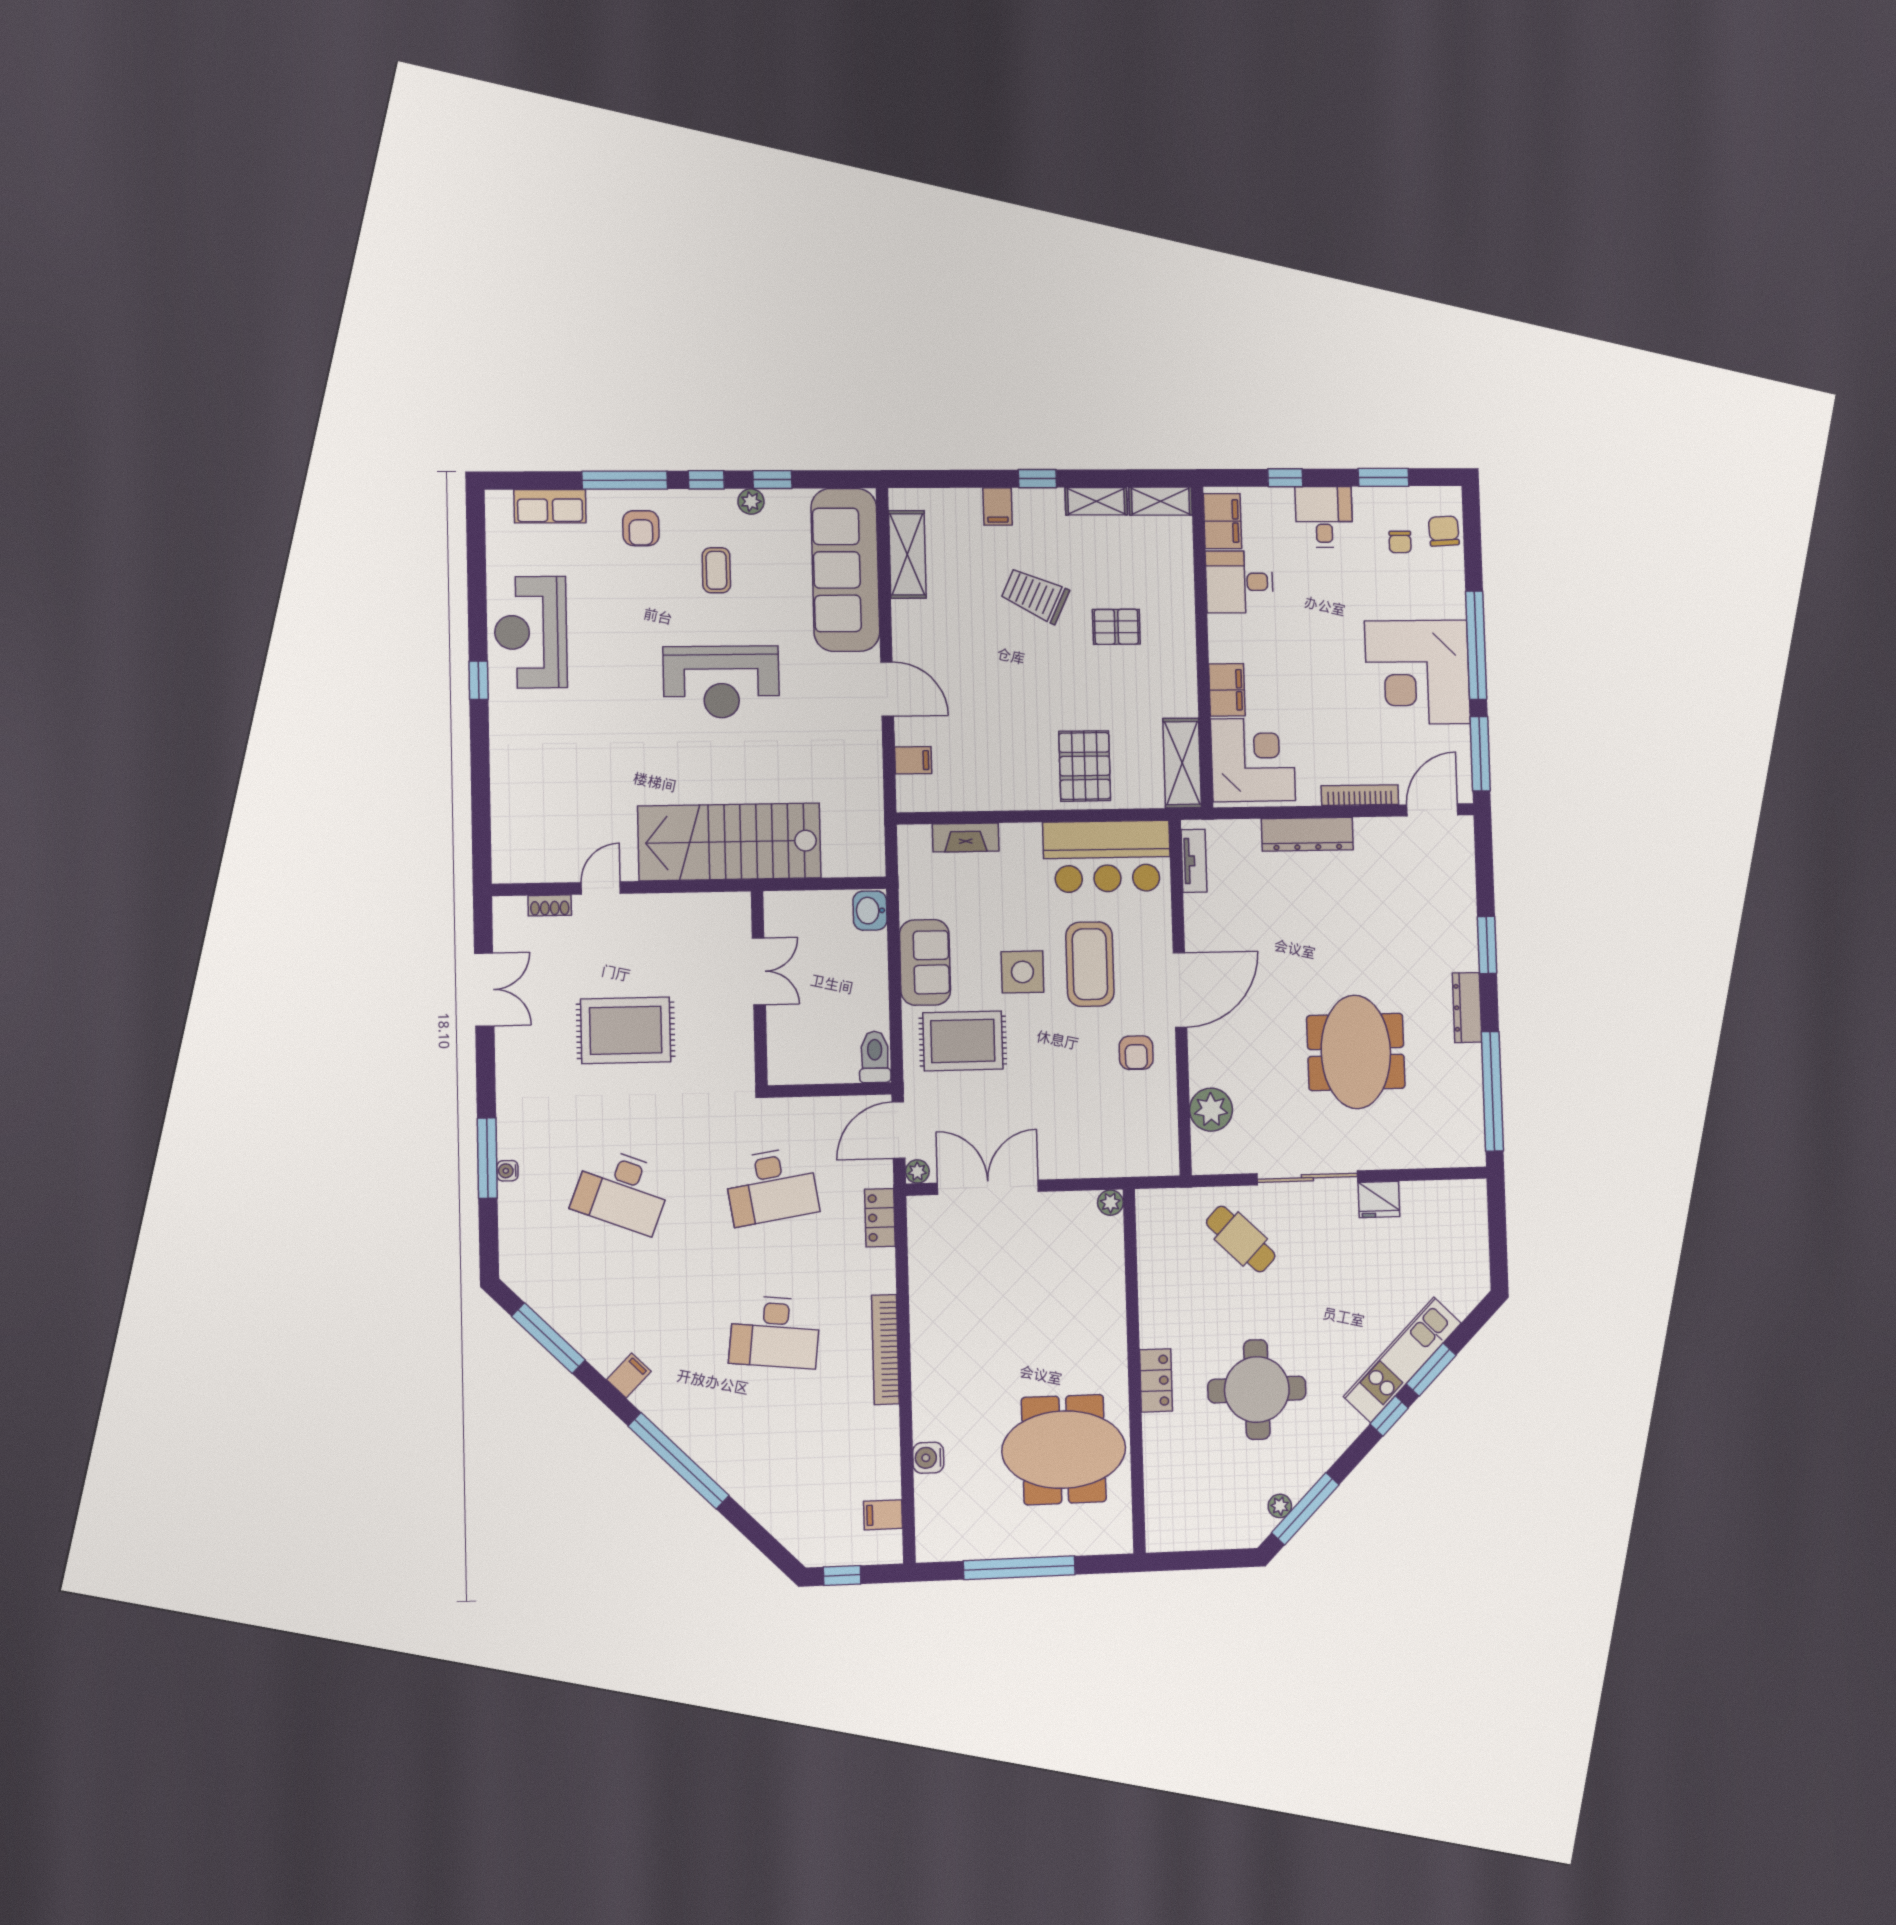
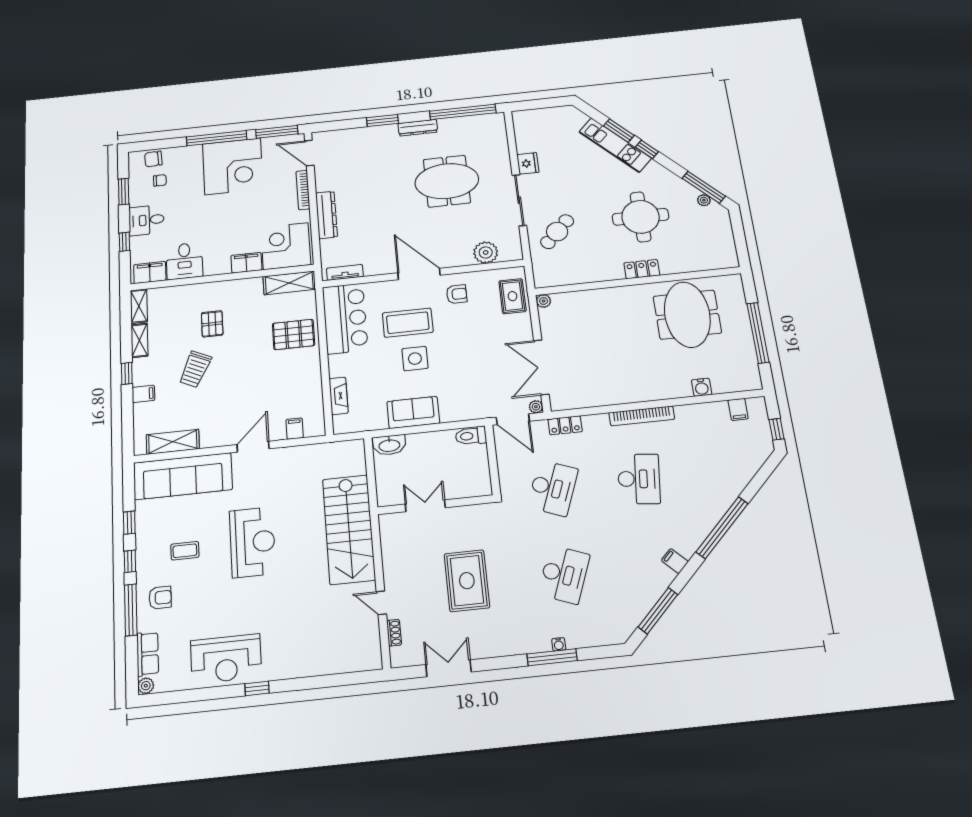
plant: (751, 502) -> (146, 686), moved
washbasin: (870, 911) -> (389, 445), width x1.38
rug: (963, 1041) -> (512, 296), moved, width x0.73, depth x0.70
desk: (771, 1186) -> (553, 488), turned 30

